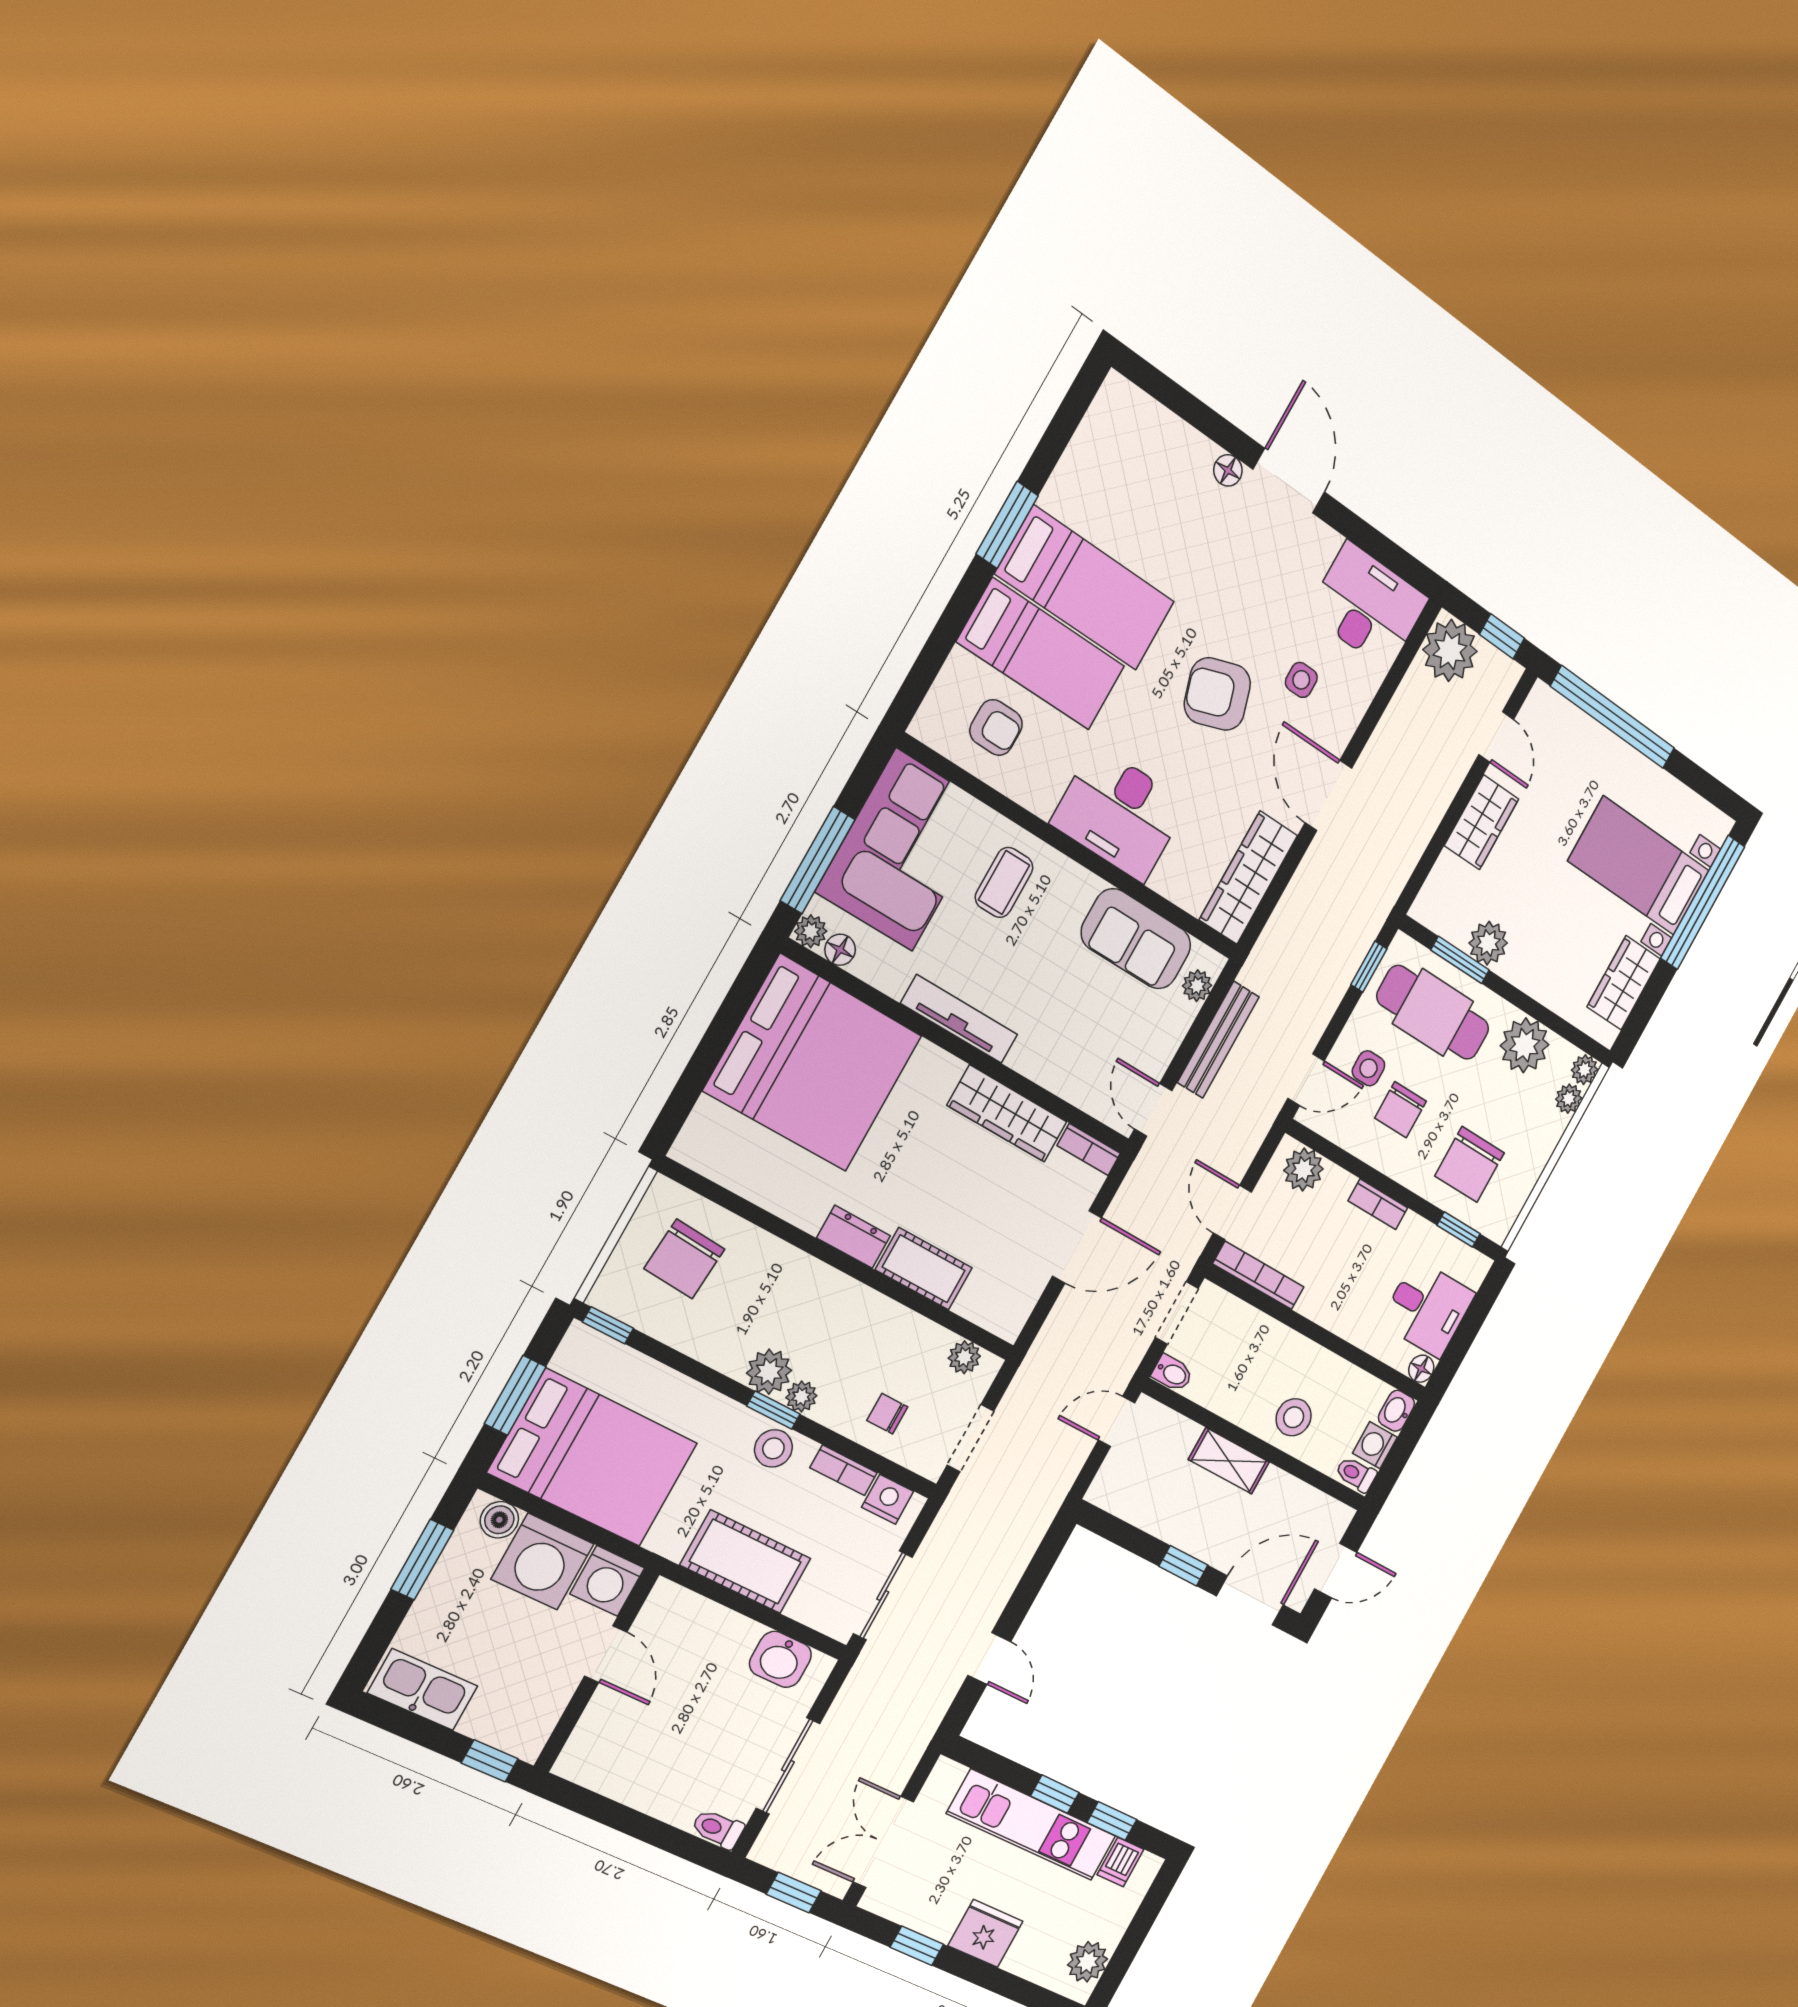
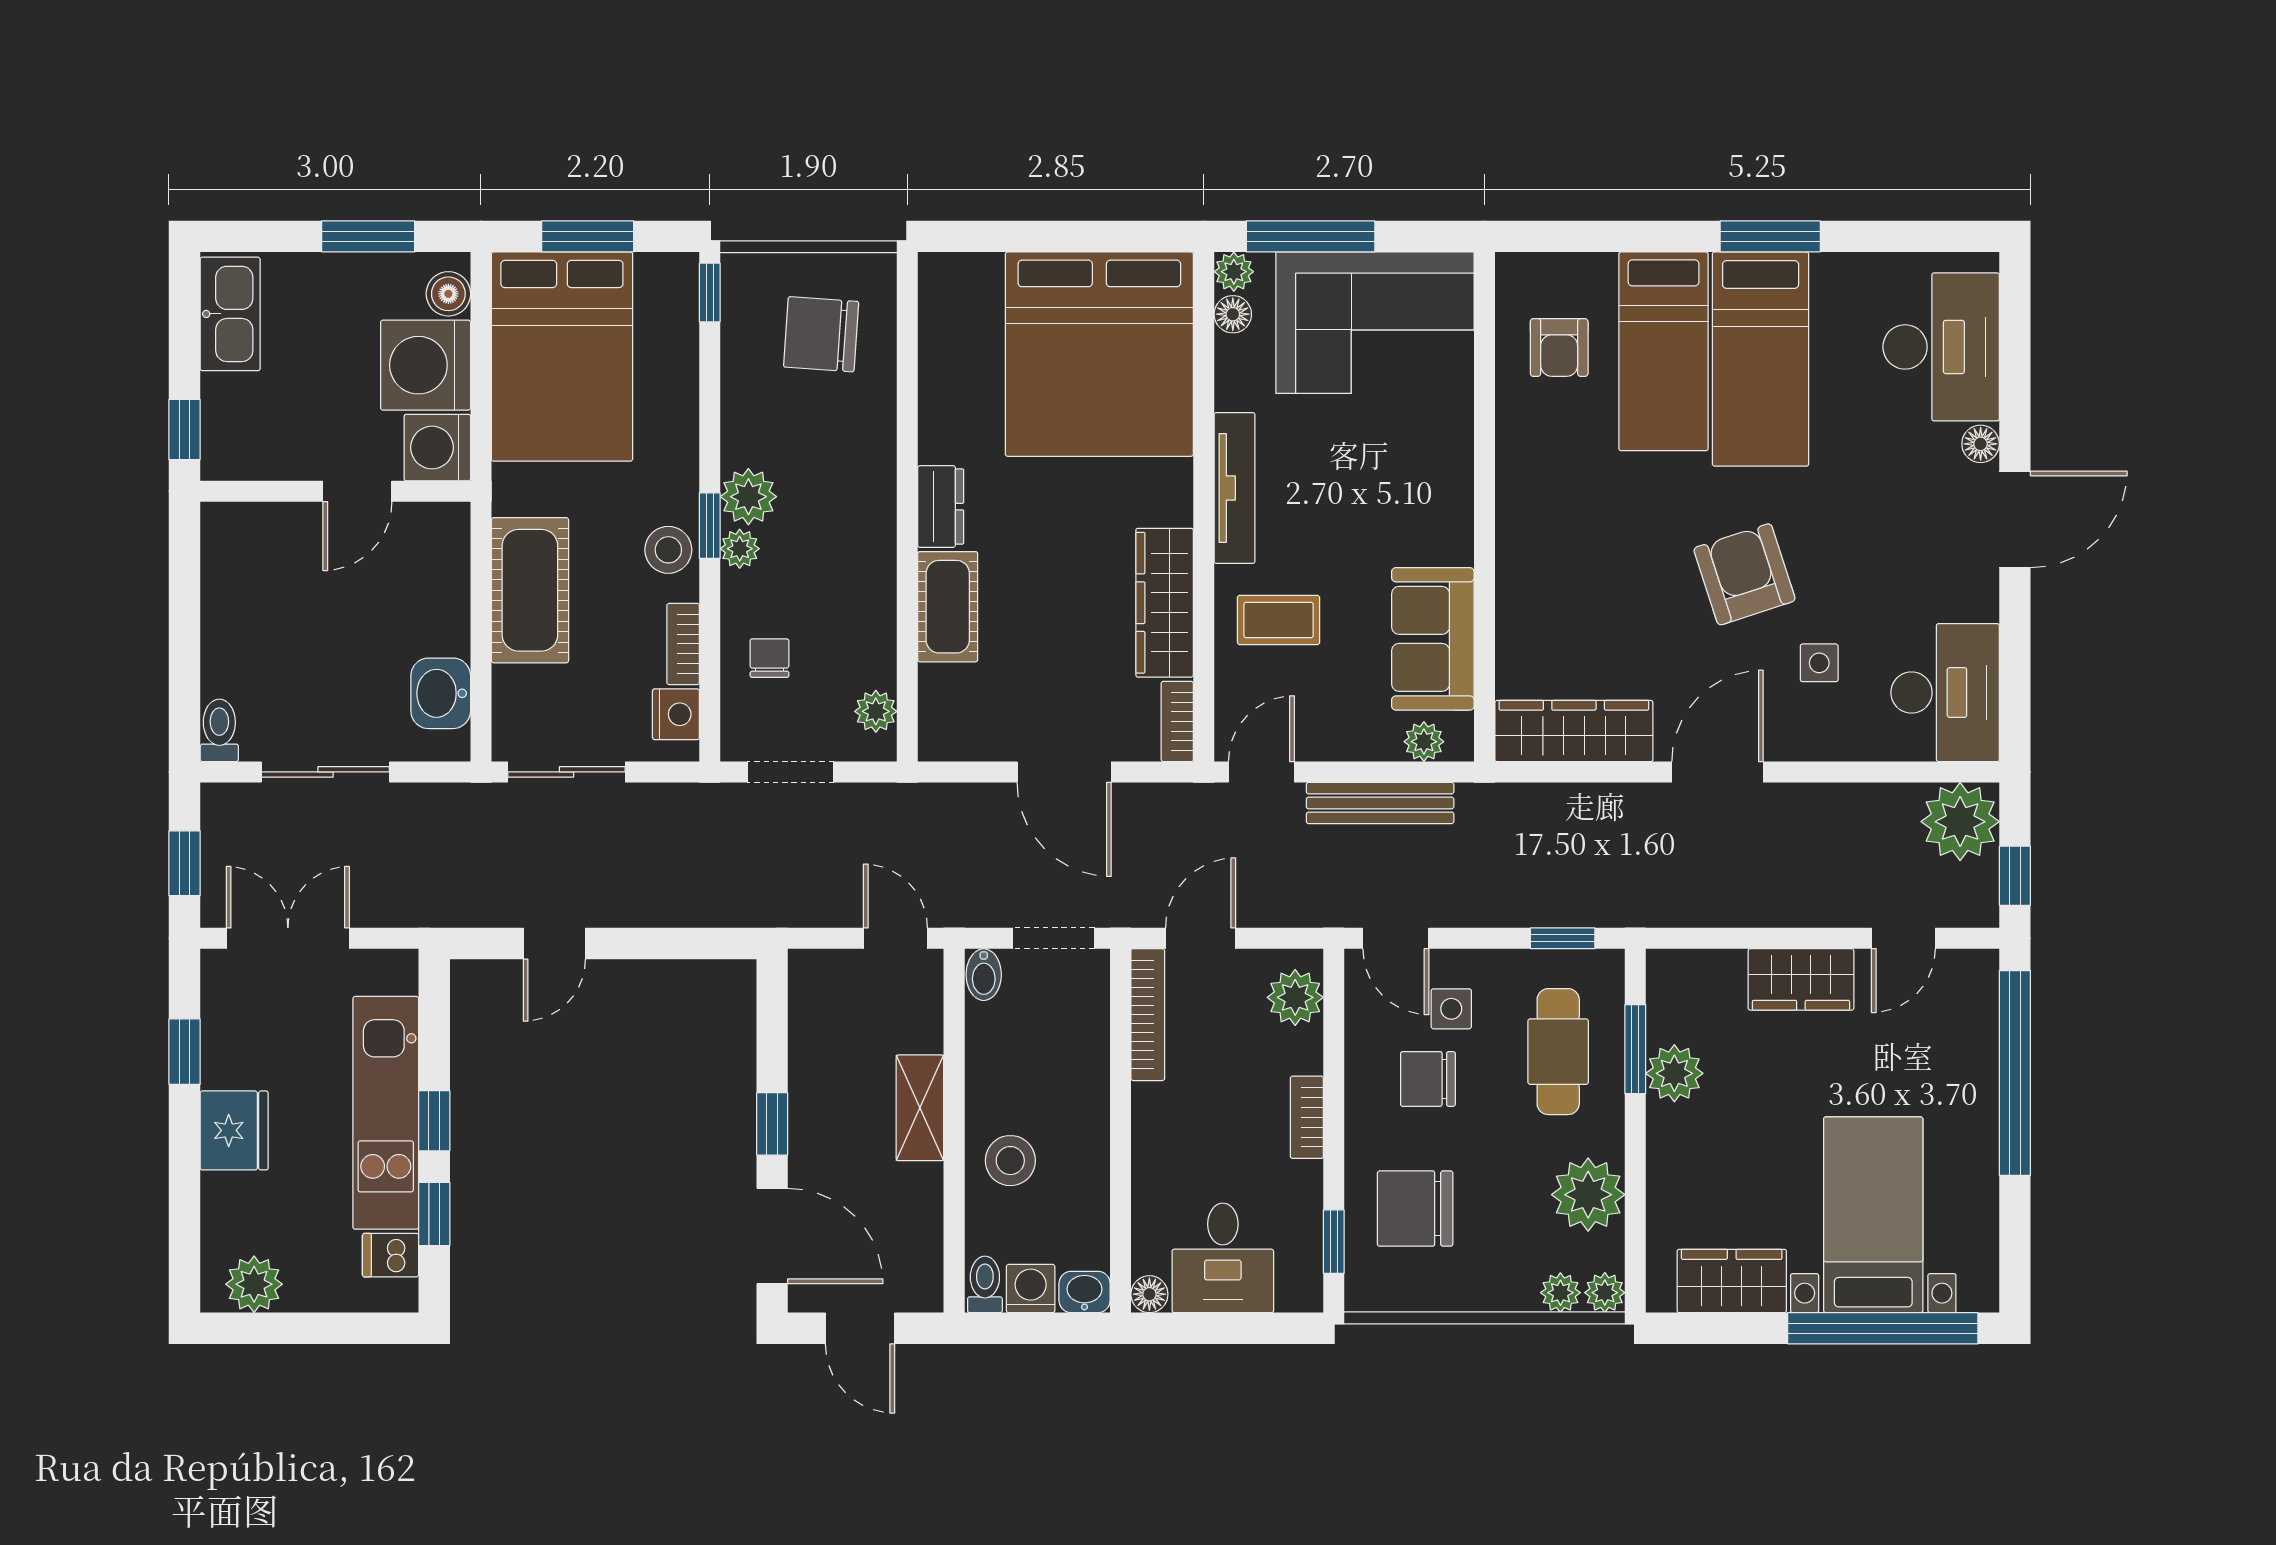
desk: (1119, 813) -> (1941, 347), moved, turned 180
coffee table: (1004, 882) -> (1279, 620), moved
cafe table: (1433, 1012) -> (1558, 1052), width x0.73, depth x0.74

